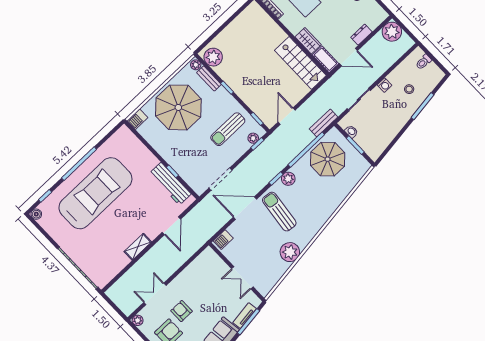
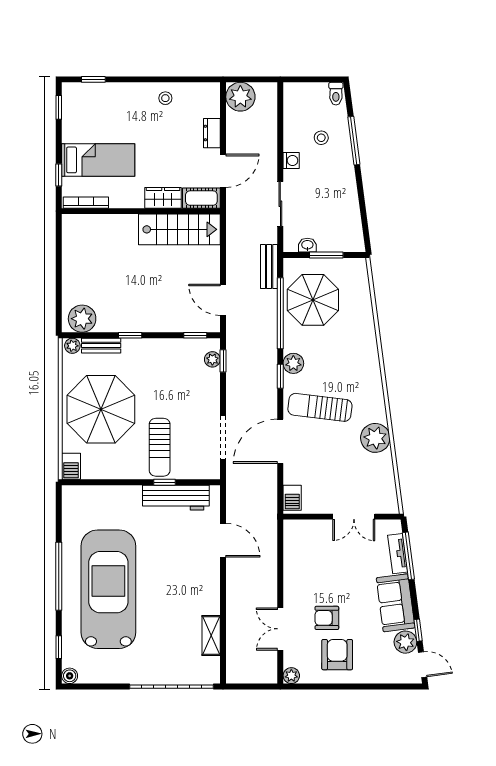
toilet: (424, 62) -> (336, 94), moved
sun lounger: (228, 129) -> (160, 447), moved
shelving: (138, 247) -> (211, 635), moved

